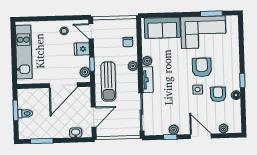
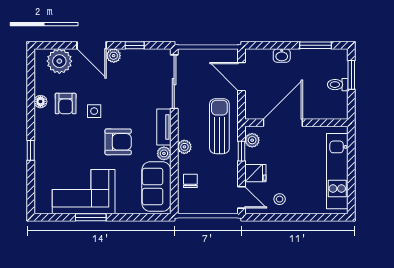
window: (211, 14) -> (91, 217), moved
sofa: (162, 28) -> (156, 187), moved, turned -90
armchair: (202, 67) -> (118, 142), moved, turned -90
window: (242, 80) -> (31, 150), moved
window: (15, 110) -> (351, 75), moved
door: (94, 117) -> (242, 77), hinge flipped
plant: (223, 128) -> (59, 61), width x1.87, depth x1.87
plant: (174, 130) -> (114, 56), moved
washbasin: (76, 133) -> (282, 55), moved

